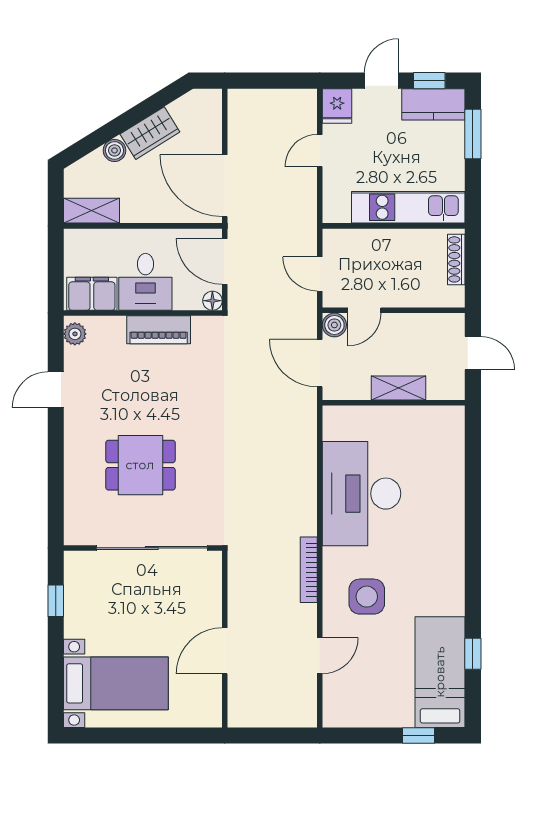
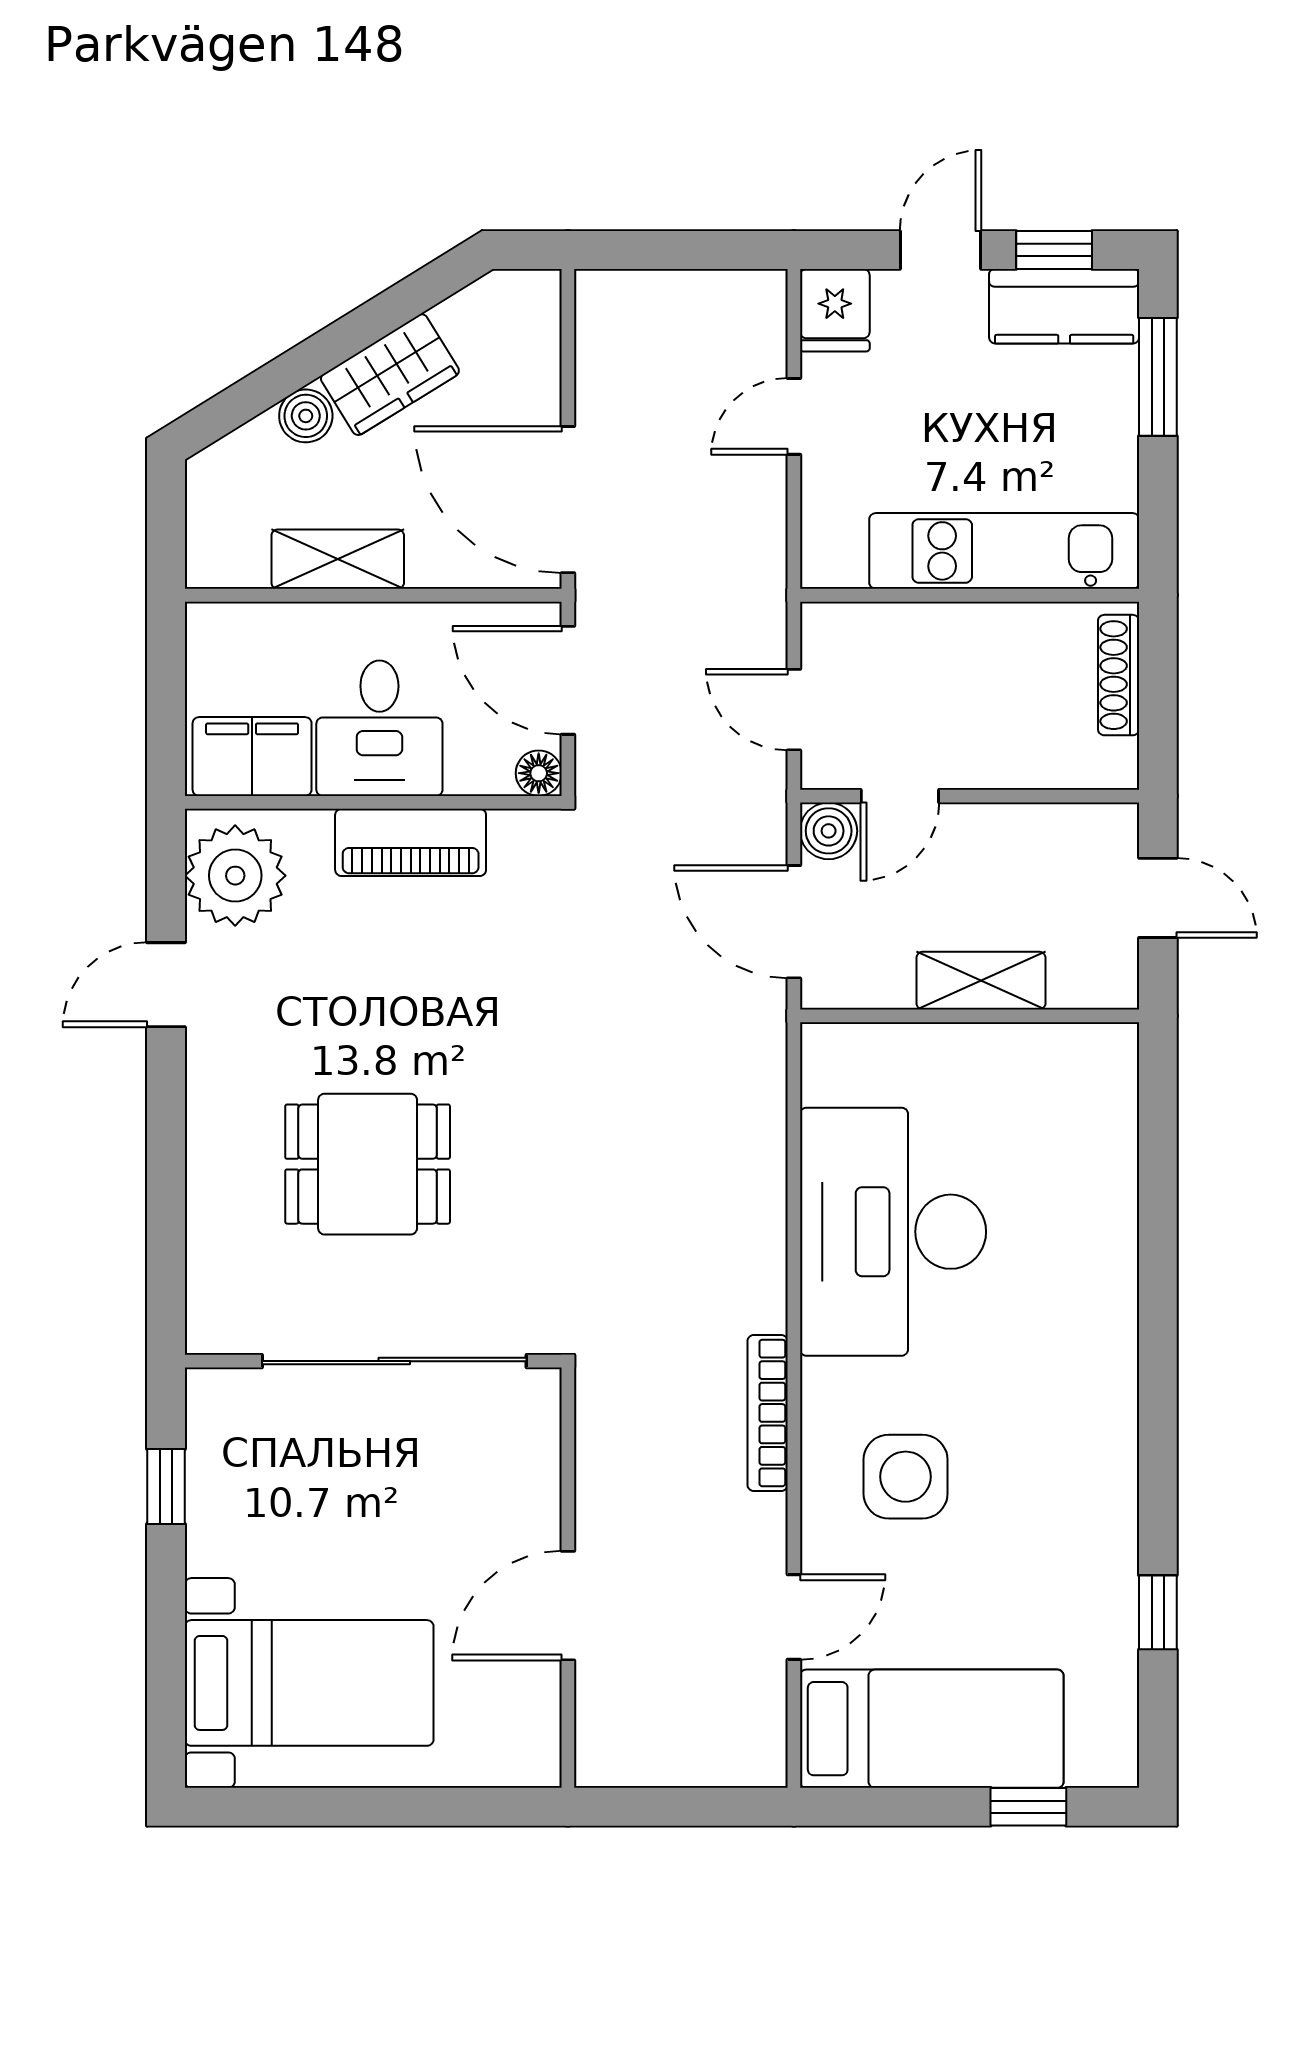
shelving: (91, 211) -> (338, 559), moved
plant: (75, 334) -> (235, 876), width x1.88, depth x1.88
bed: (440, 672) -> (932, 1729), moved, turned 90

